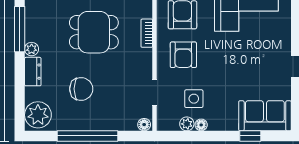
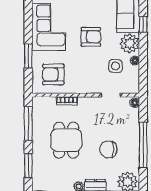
armchair: (183, 55) -> (91, 37), moved
chair: (81, 89) -> (108, 150), turned -90
plant: (187, 124) -> (130, 43), moved, width x1.88, depth x1.88

